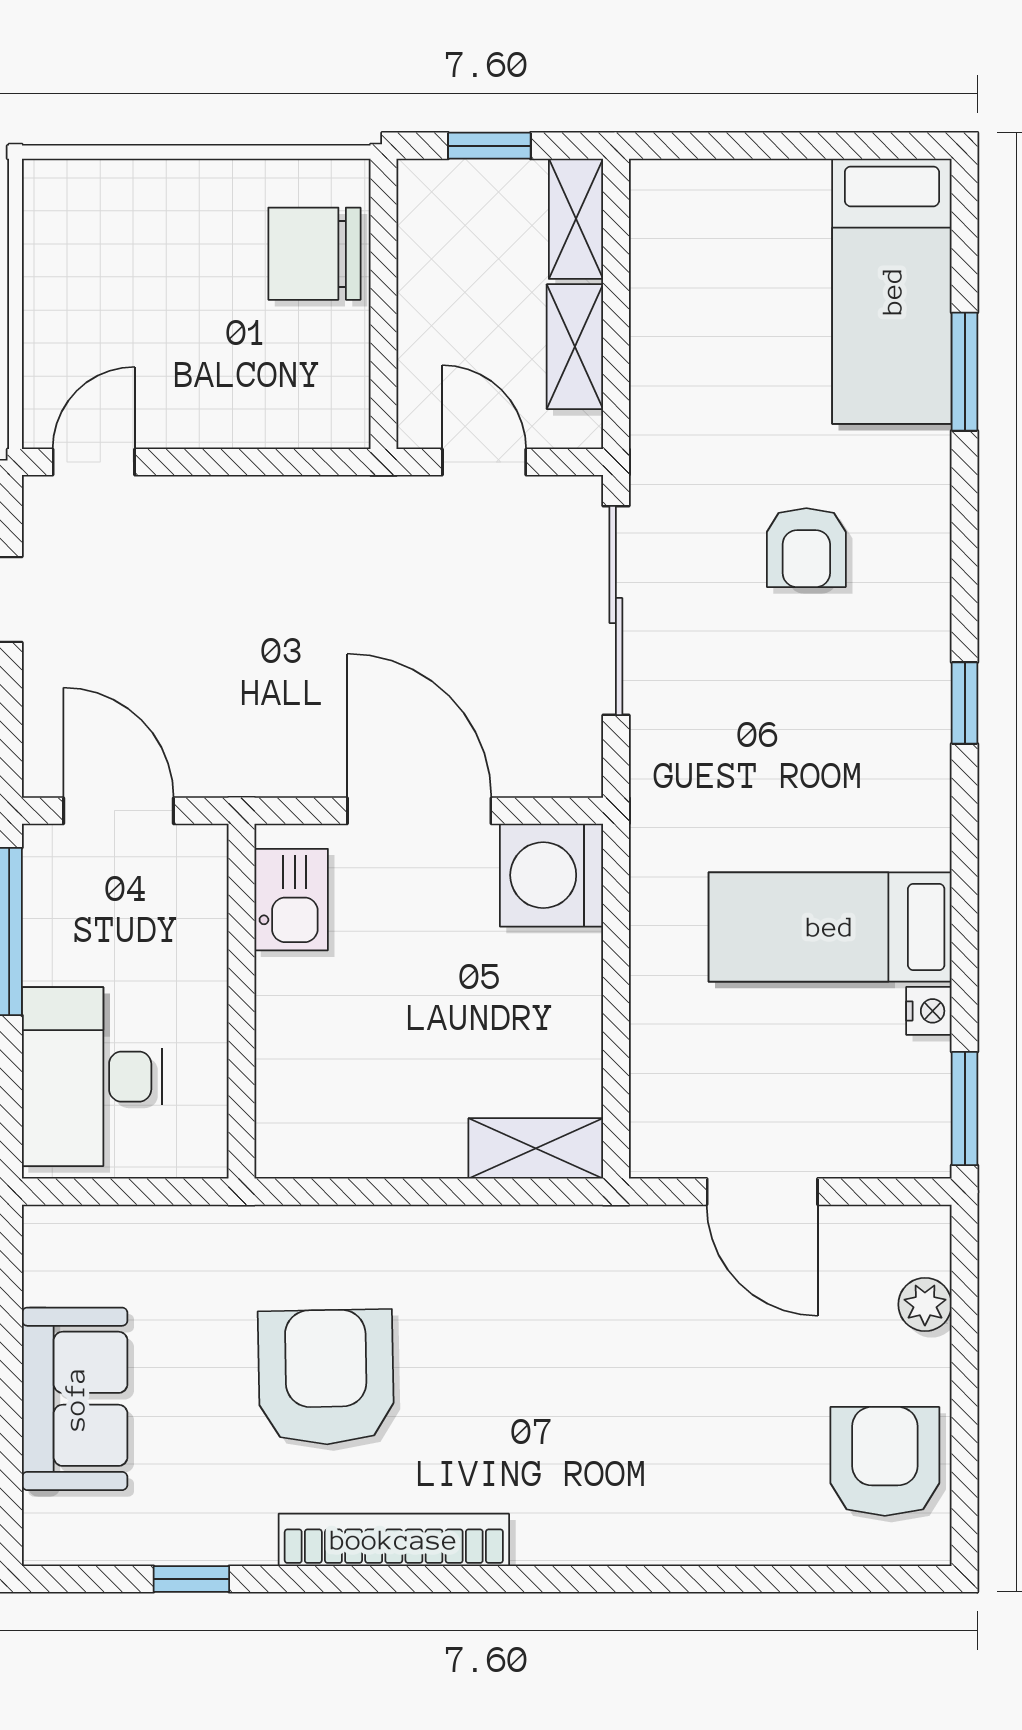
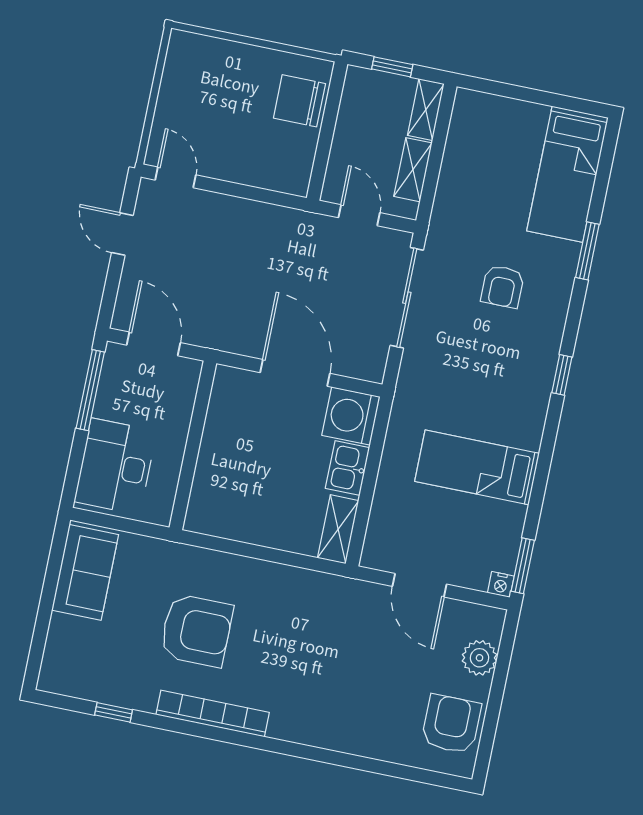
window: (965, 372) -> (587, 251), moved
door: (94, 462) -> (175, 177), hinge flipped
kitchen sink: (291, 900) -> (347, 468), moved, turned 180
nightstand: (929, 1011) -> (501, 584), moved, turned 90
shelving: (536, 1148) -> (338, 529), moved, turned 90
plant: (925, 1304) -> (480, 658), width x1.38, depth x1.38
armchair: (326, 1377) -> (196, 630), turned 91
sofa: (75, 1399) -> (85, 572), moved

